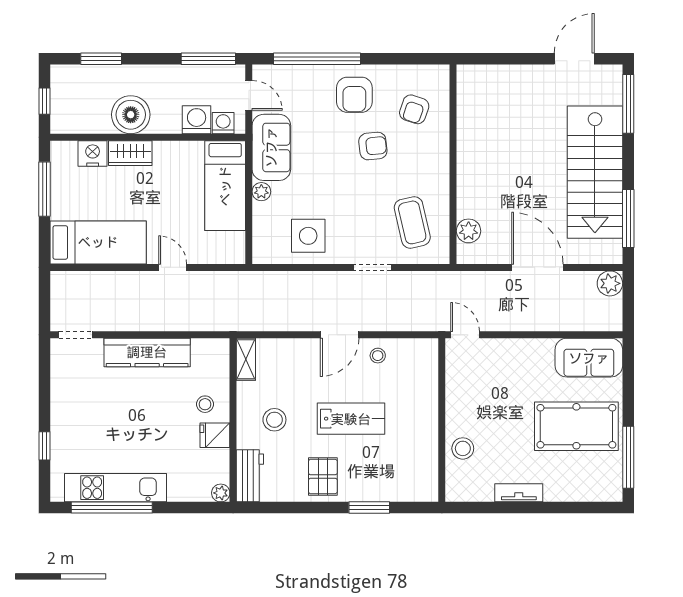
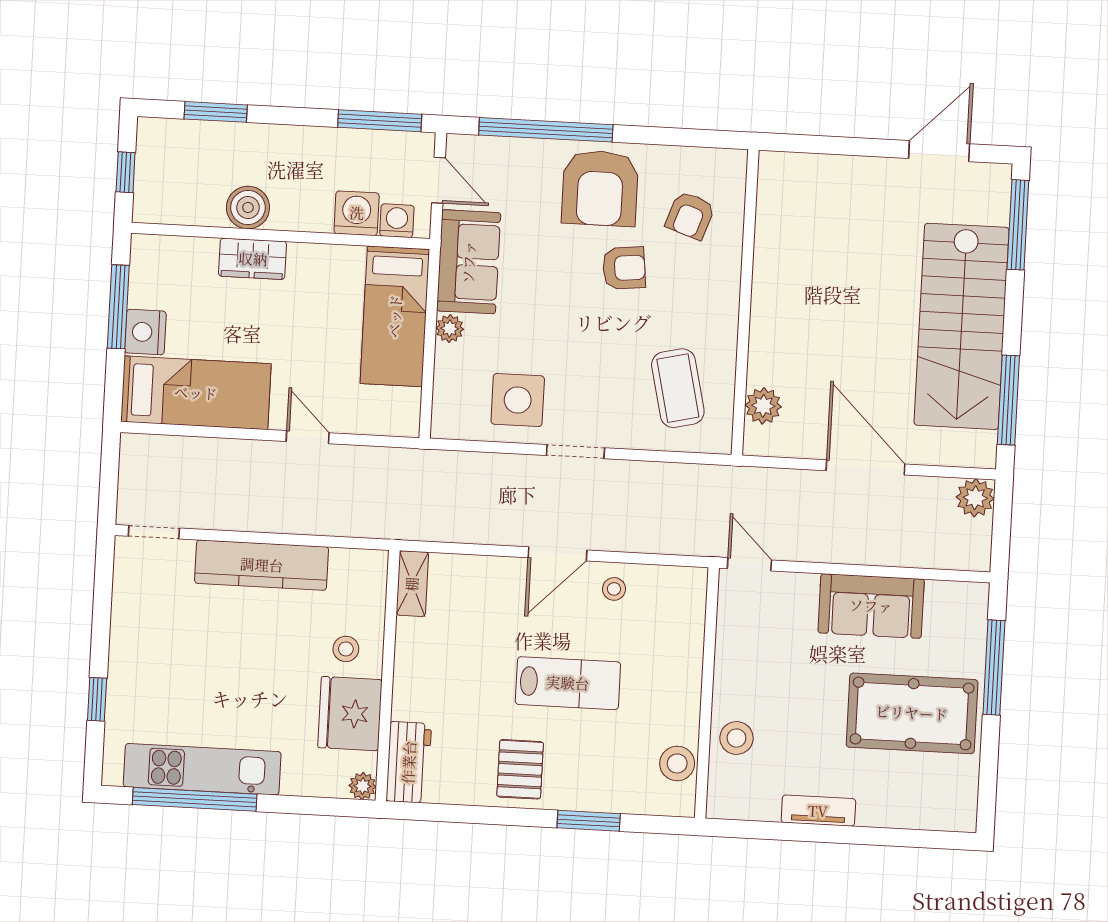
armchair: (354, 95) -> (600, 188), width x1.36, depth x1.36
boiler: (131, 115) -> (248, 208), width x0.73, depth x0.73
nightstand: (93, 153) -> (145, 332), moved, turned -90
doorway: (372, 267) -> (575, 452), moved
sofa: (589, 358) -> (871, 606), moved
stool: (274, 420) -> (677, 763), moved
fridge: (215, 435) -> (350, 714), width x1.88, depth x1.34
window: (628, 457) -> (994, 667), moved

